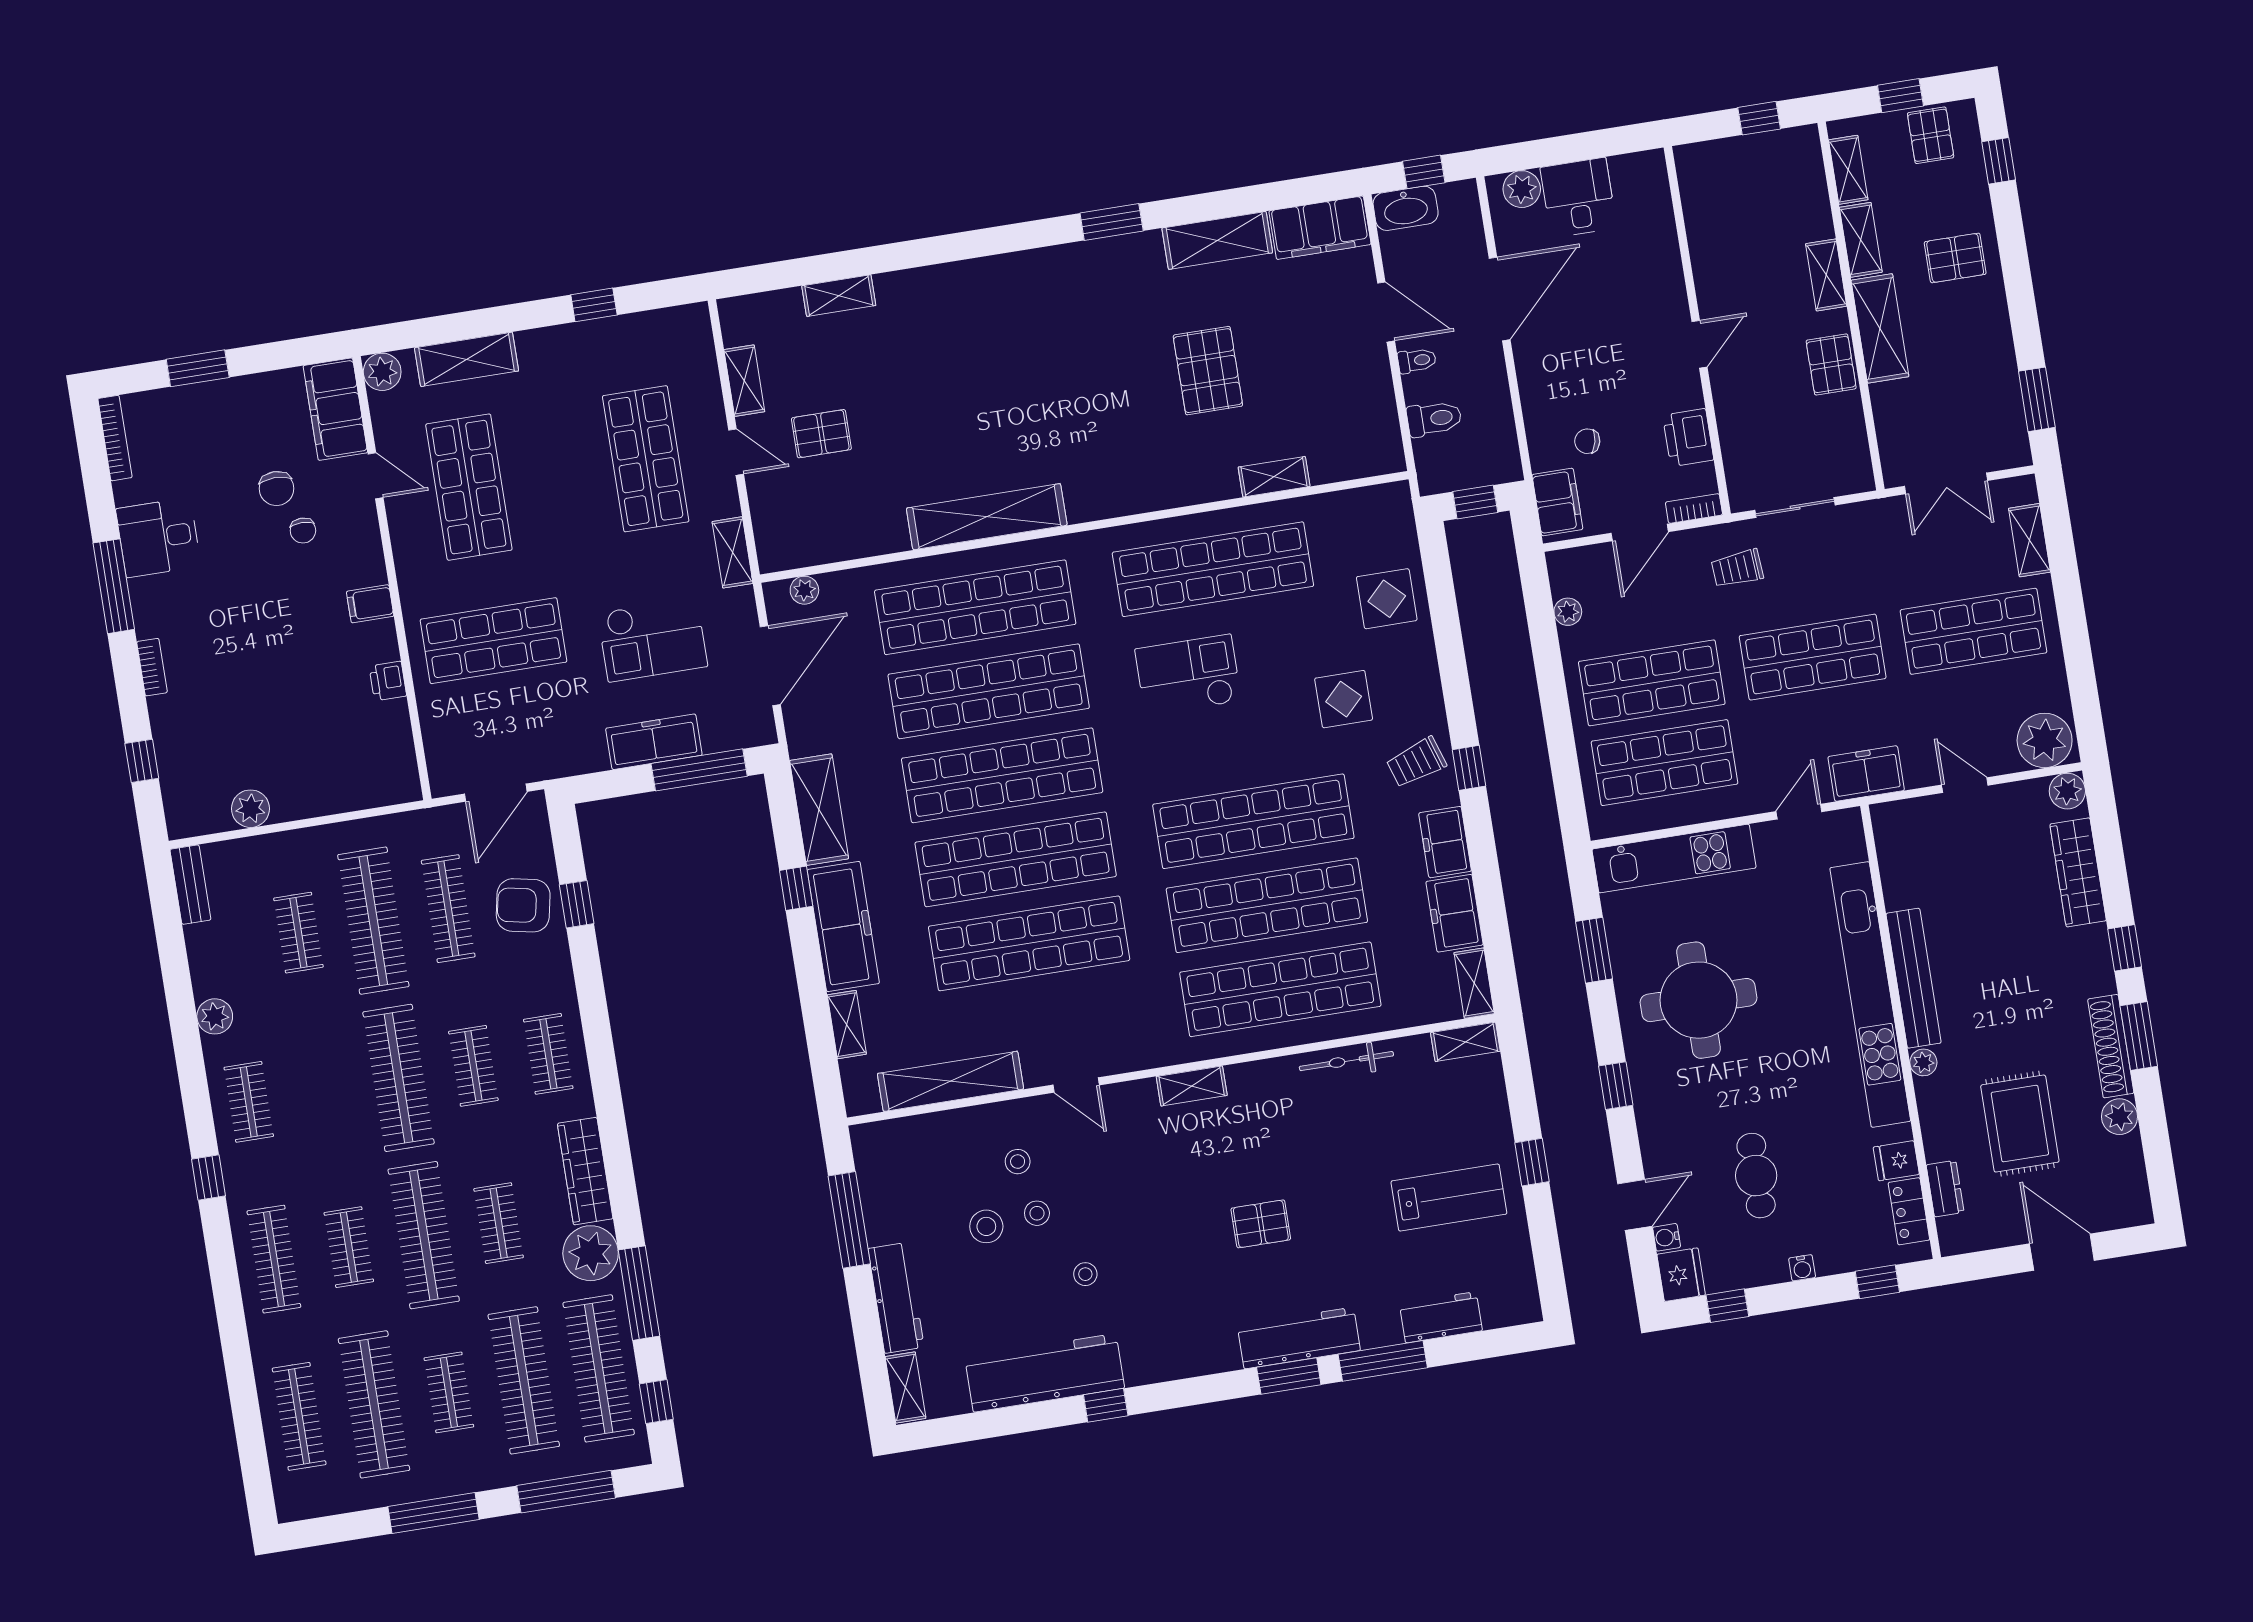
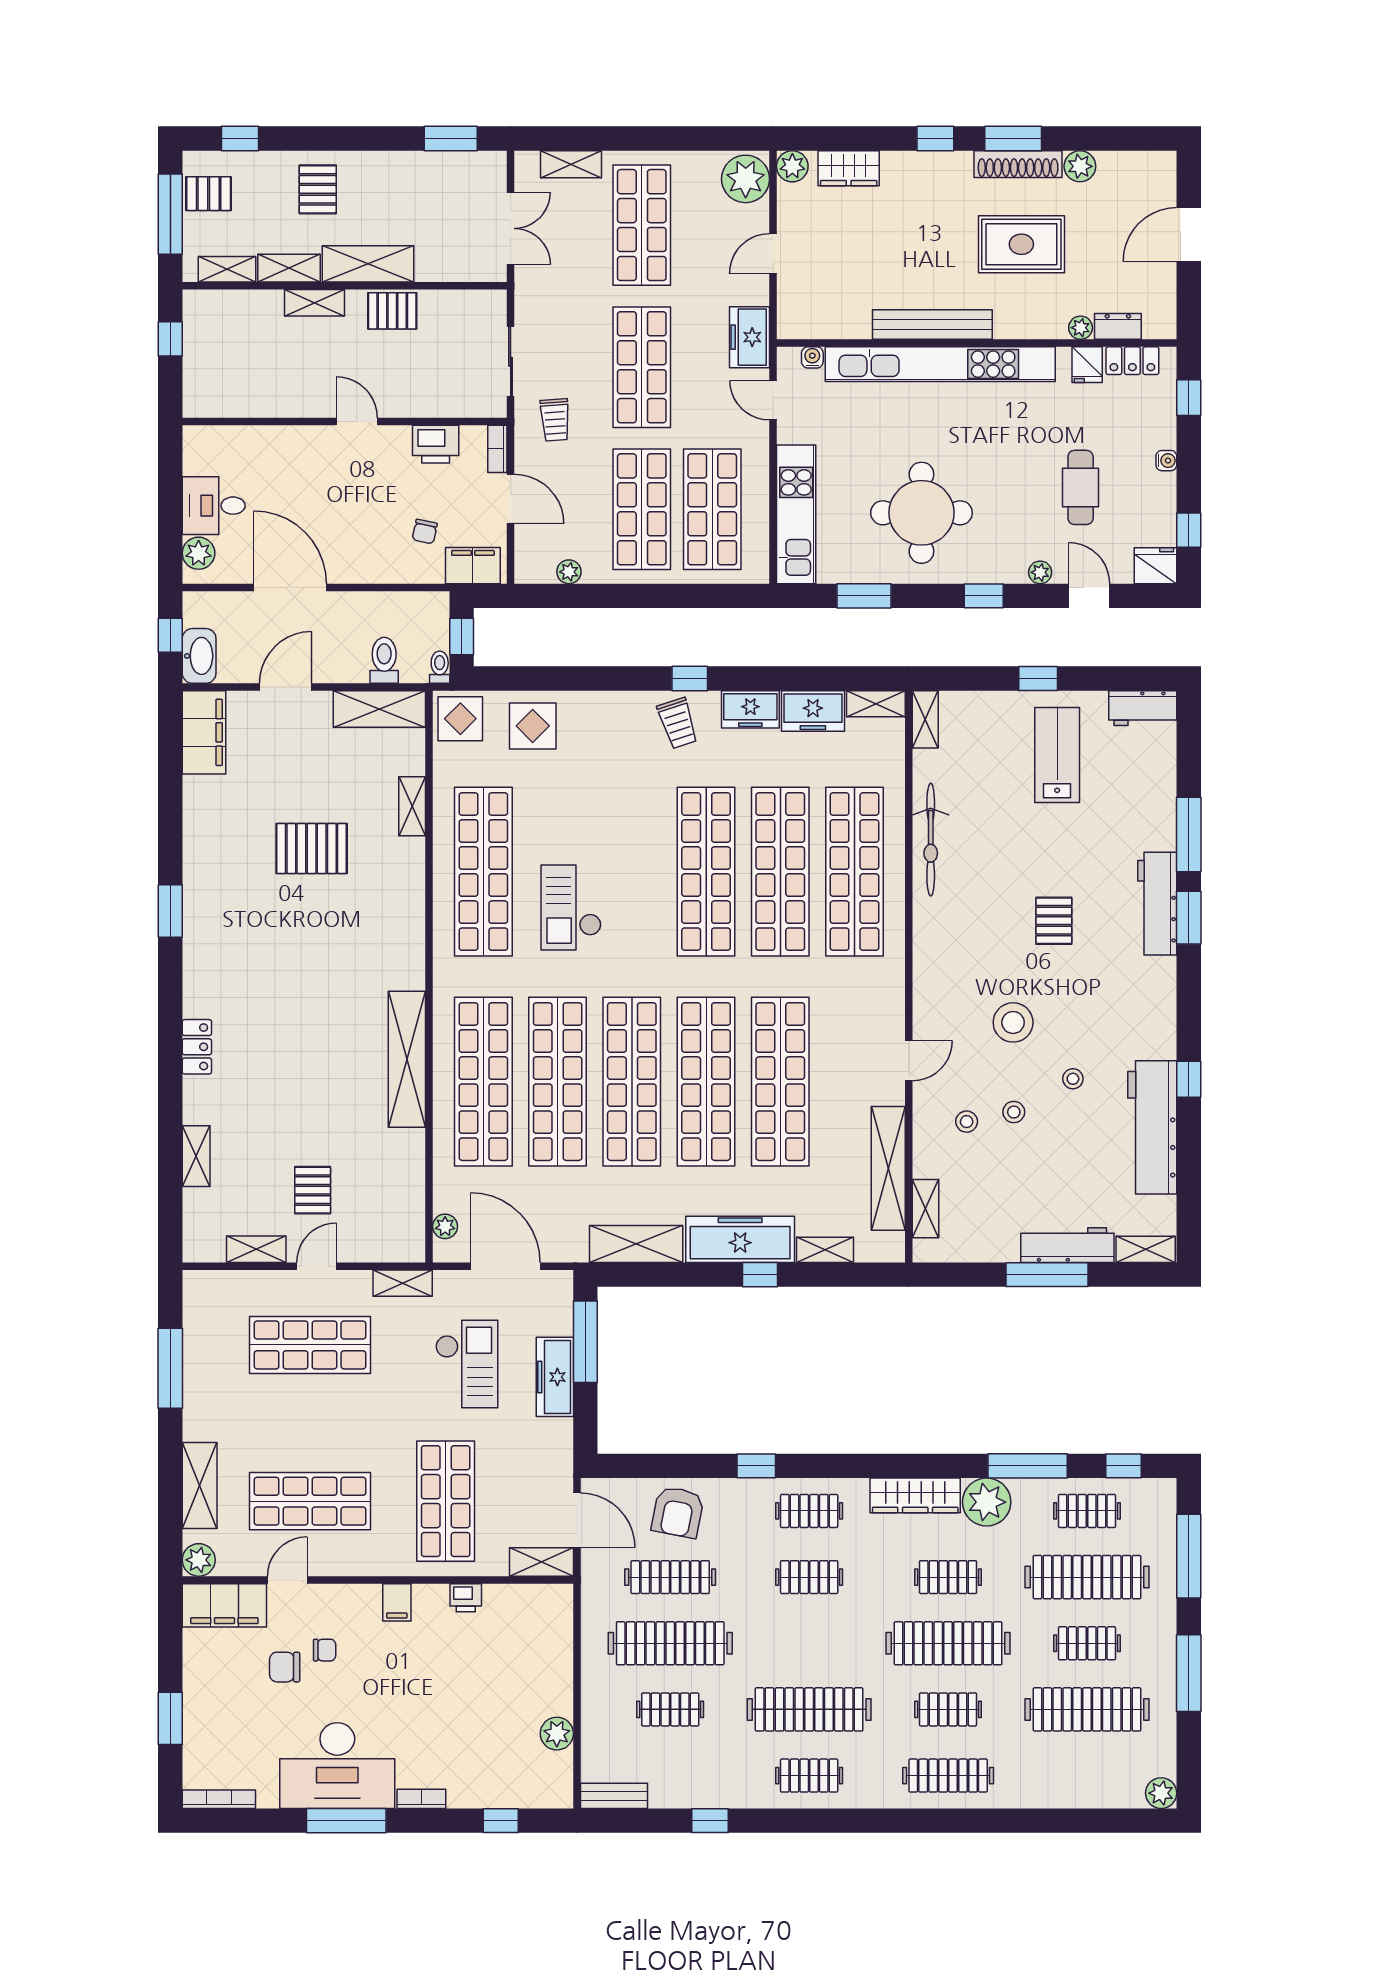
window: (1900, 96) -> (170, 214), width x2.17
shelving: (1217, 240) -> (379, 709), moved, turned 90
locker: (963, 277) -> (197, 1047), added
window: (594, 305) -> (170, 1368), width x2.17
toilet: (1417, 361) -> (440, 667), moved
chair: (276, 488) -> (285, 1667), turned 180
desk: (158, 537) -> (337, 1766), width x1.87, depth x1.30
display table: (1344, 699) -> (460, 719), moved
shelving: (442, 760) -> (541, 1562), added
wardrobe: (2078, 872) -> (849, 168), width x0.67
window: (796, 888) -> (760, 1275), moved
window: (577, 904) -> (756, 1466), moved
plant: (215, 1016) -> (1161, 1793), moved
bicycle: (1346, 1061) -> (931, 840), width x1.37, depth x1.40
plant: (1923, 1062) -> (1081, 328), moved
clothes rail: (399, 1078) -> (809, 1709), moved
shelving: (1192, 1086) -> (926, 1209), moved
rug: (2020, 1124) -> (1021, 244), moved
plant: (1653, 1145) -> (1040, 572), added
cafe table: (1756, 1176) -> (1081, 487), turned 90
window: (209, 1178) -> (710, 1821), moved
window: (849, 1220) -> (1047, 1275), moved
stool: (986, 1226) -> (1013, 1022), moved, width x1.38, depth x1.38
water cooler: (1667, 1237) -> (812, 357), moved, turned 180
workbench: (1441, 1317) -> (1143, 708), moved, turned -90
clothes rail: (599, 1368) -> (1087, 1511), width x0.54, depth x0.76
clothes rail: (299, 1416) -> (1087, 1776), removed

